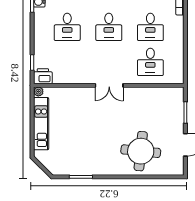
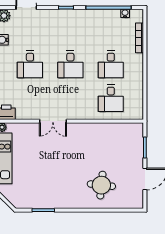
double door: (109, 85) -> (53, 121), moved
round table: (141, 151) -> (101, 185), width x0.73, depth x0.73

